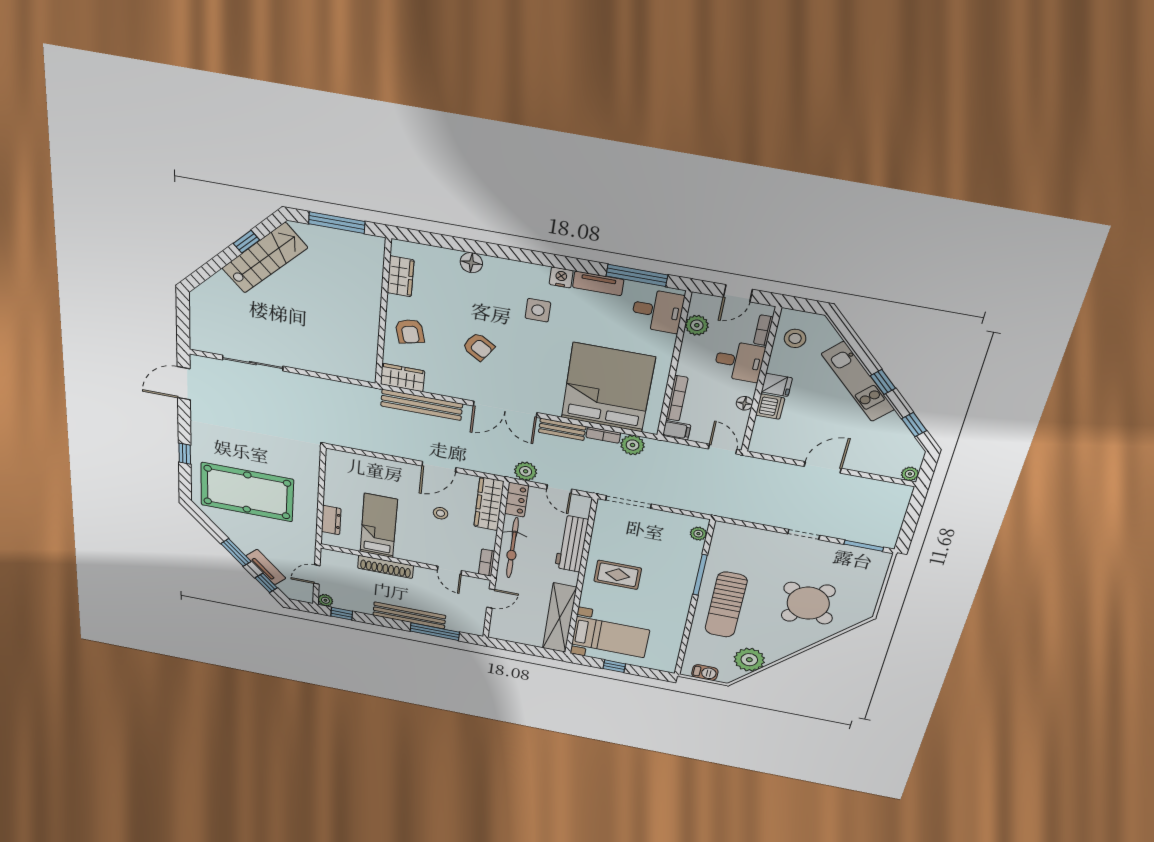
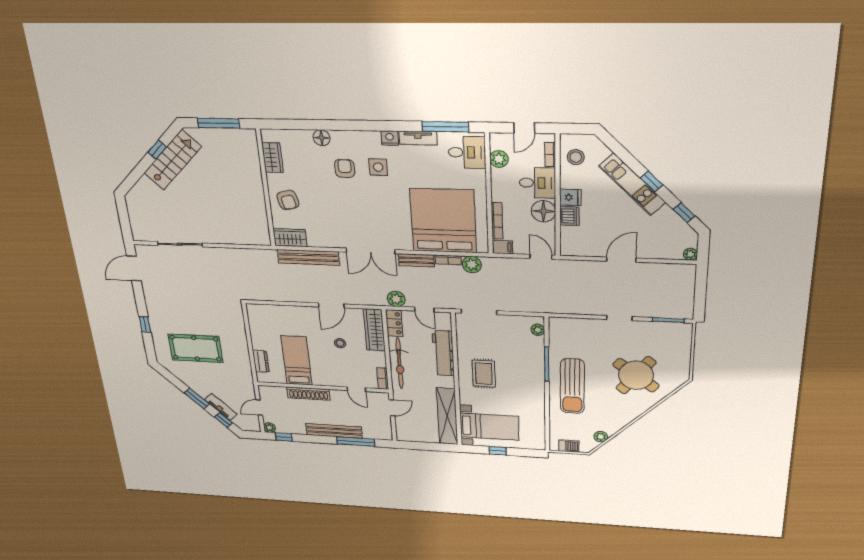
armchair: (479, 347) -> (345, 168), moved, turned -123
floor lamp: (745, 403) -> (543, 211), width x1.89, depth x1.89
pool table: (247, 492) -> (195, 348), width x0.73, depth x0.76
rug: (618, 575) -> (484, 374), turned 90
plant: (749, 660) -> (601, 437), width x0.53, depth x0.53

